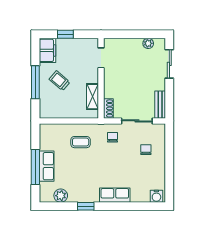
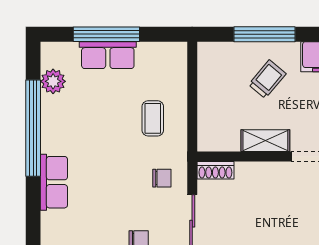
shelving: (93, 97) -> (265, 141), moved
window: (86, 206) -> (33, 128), width x3.17

